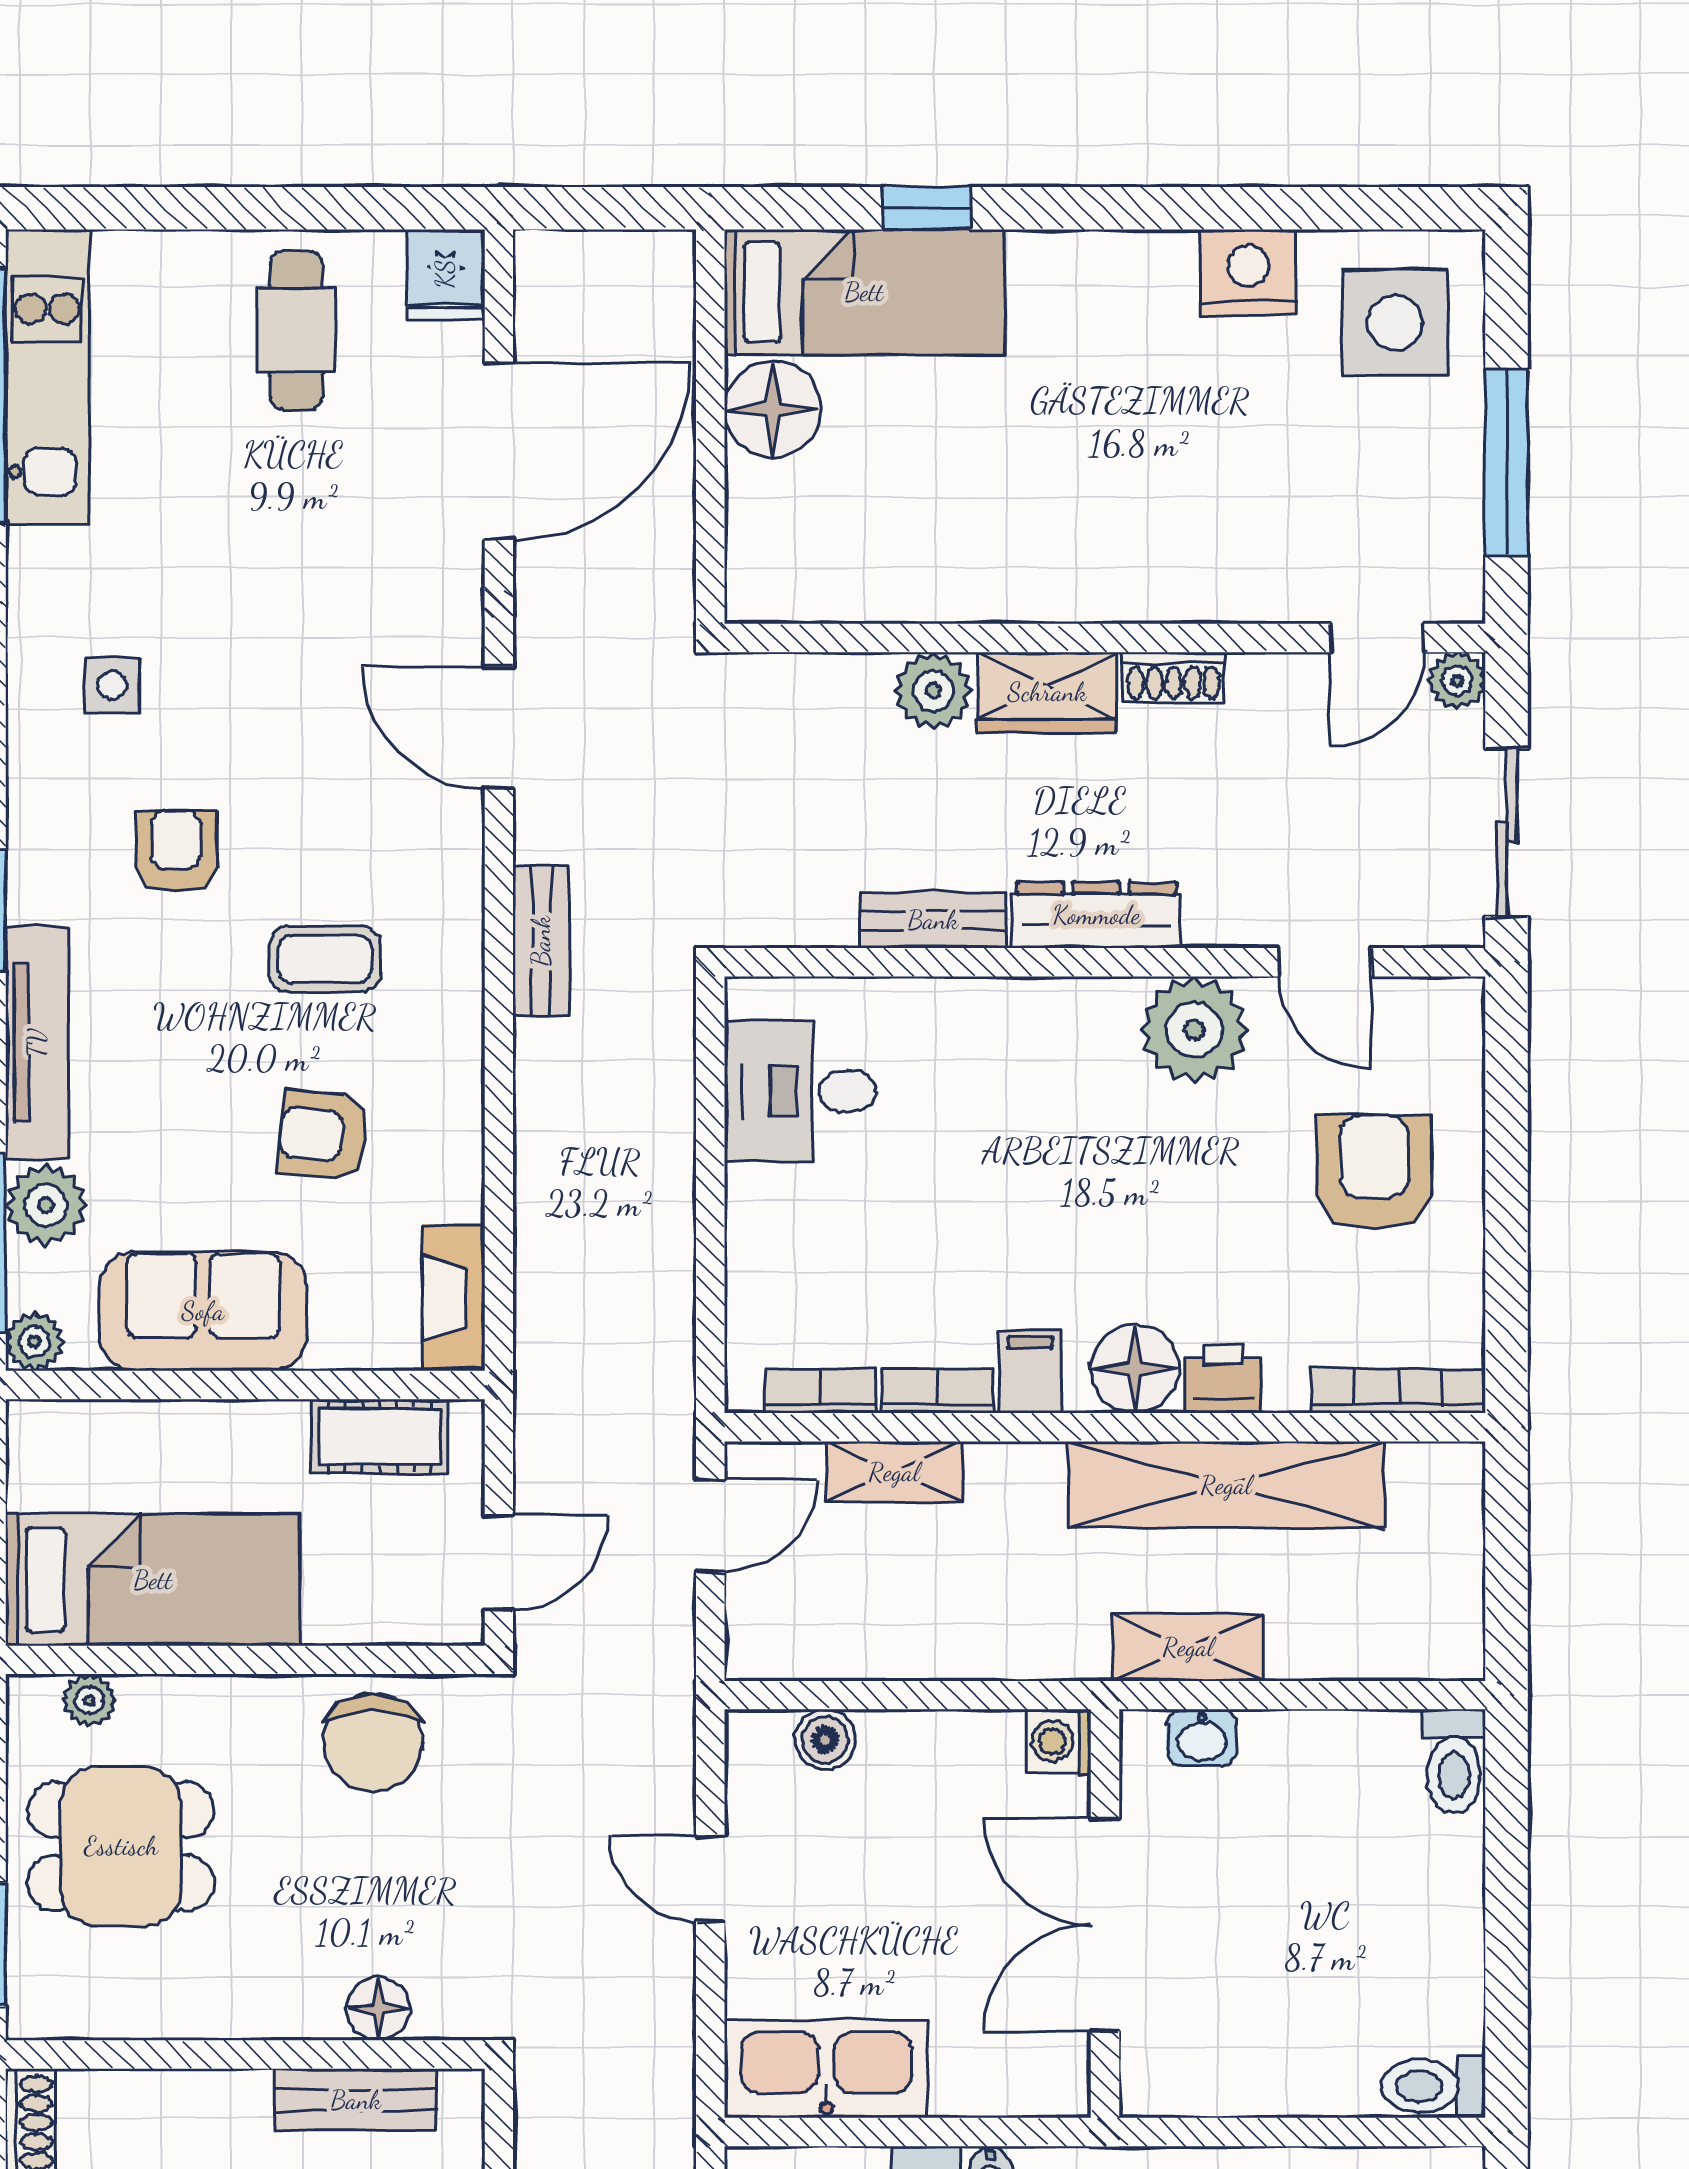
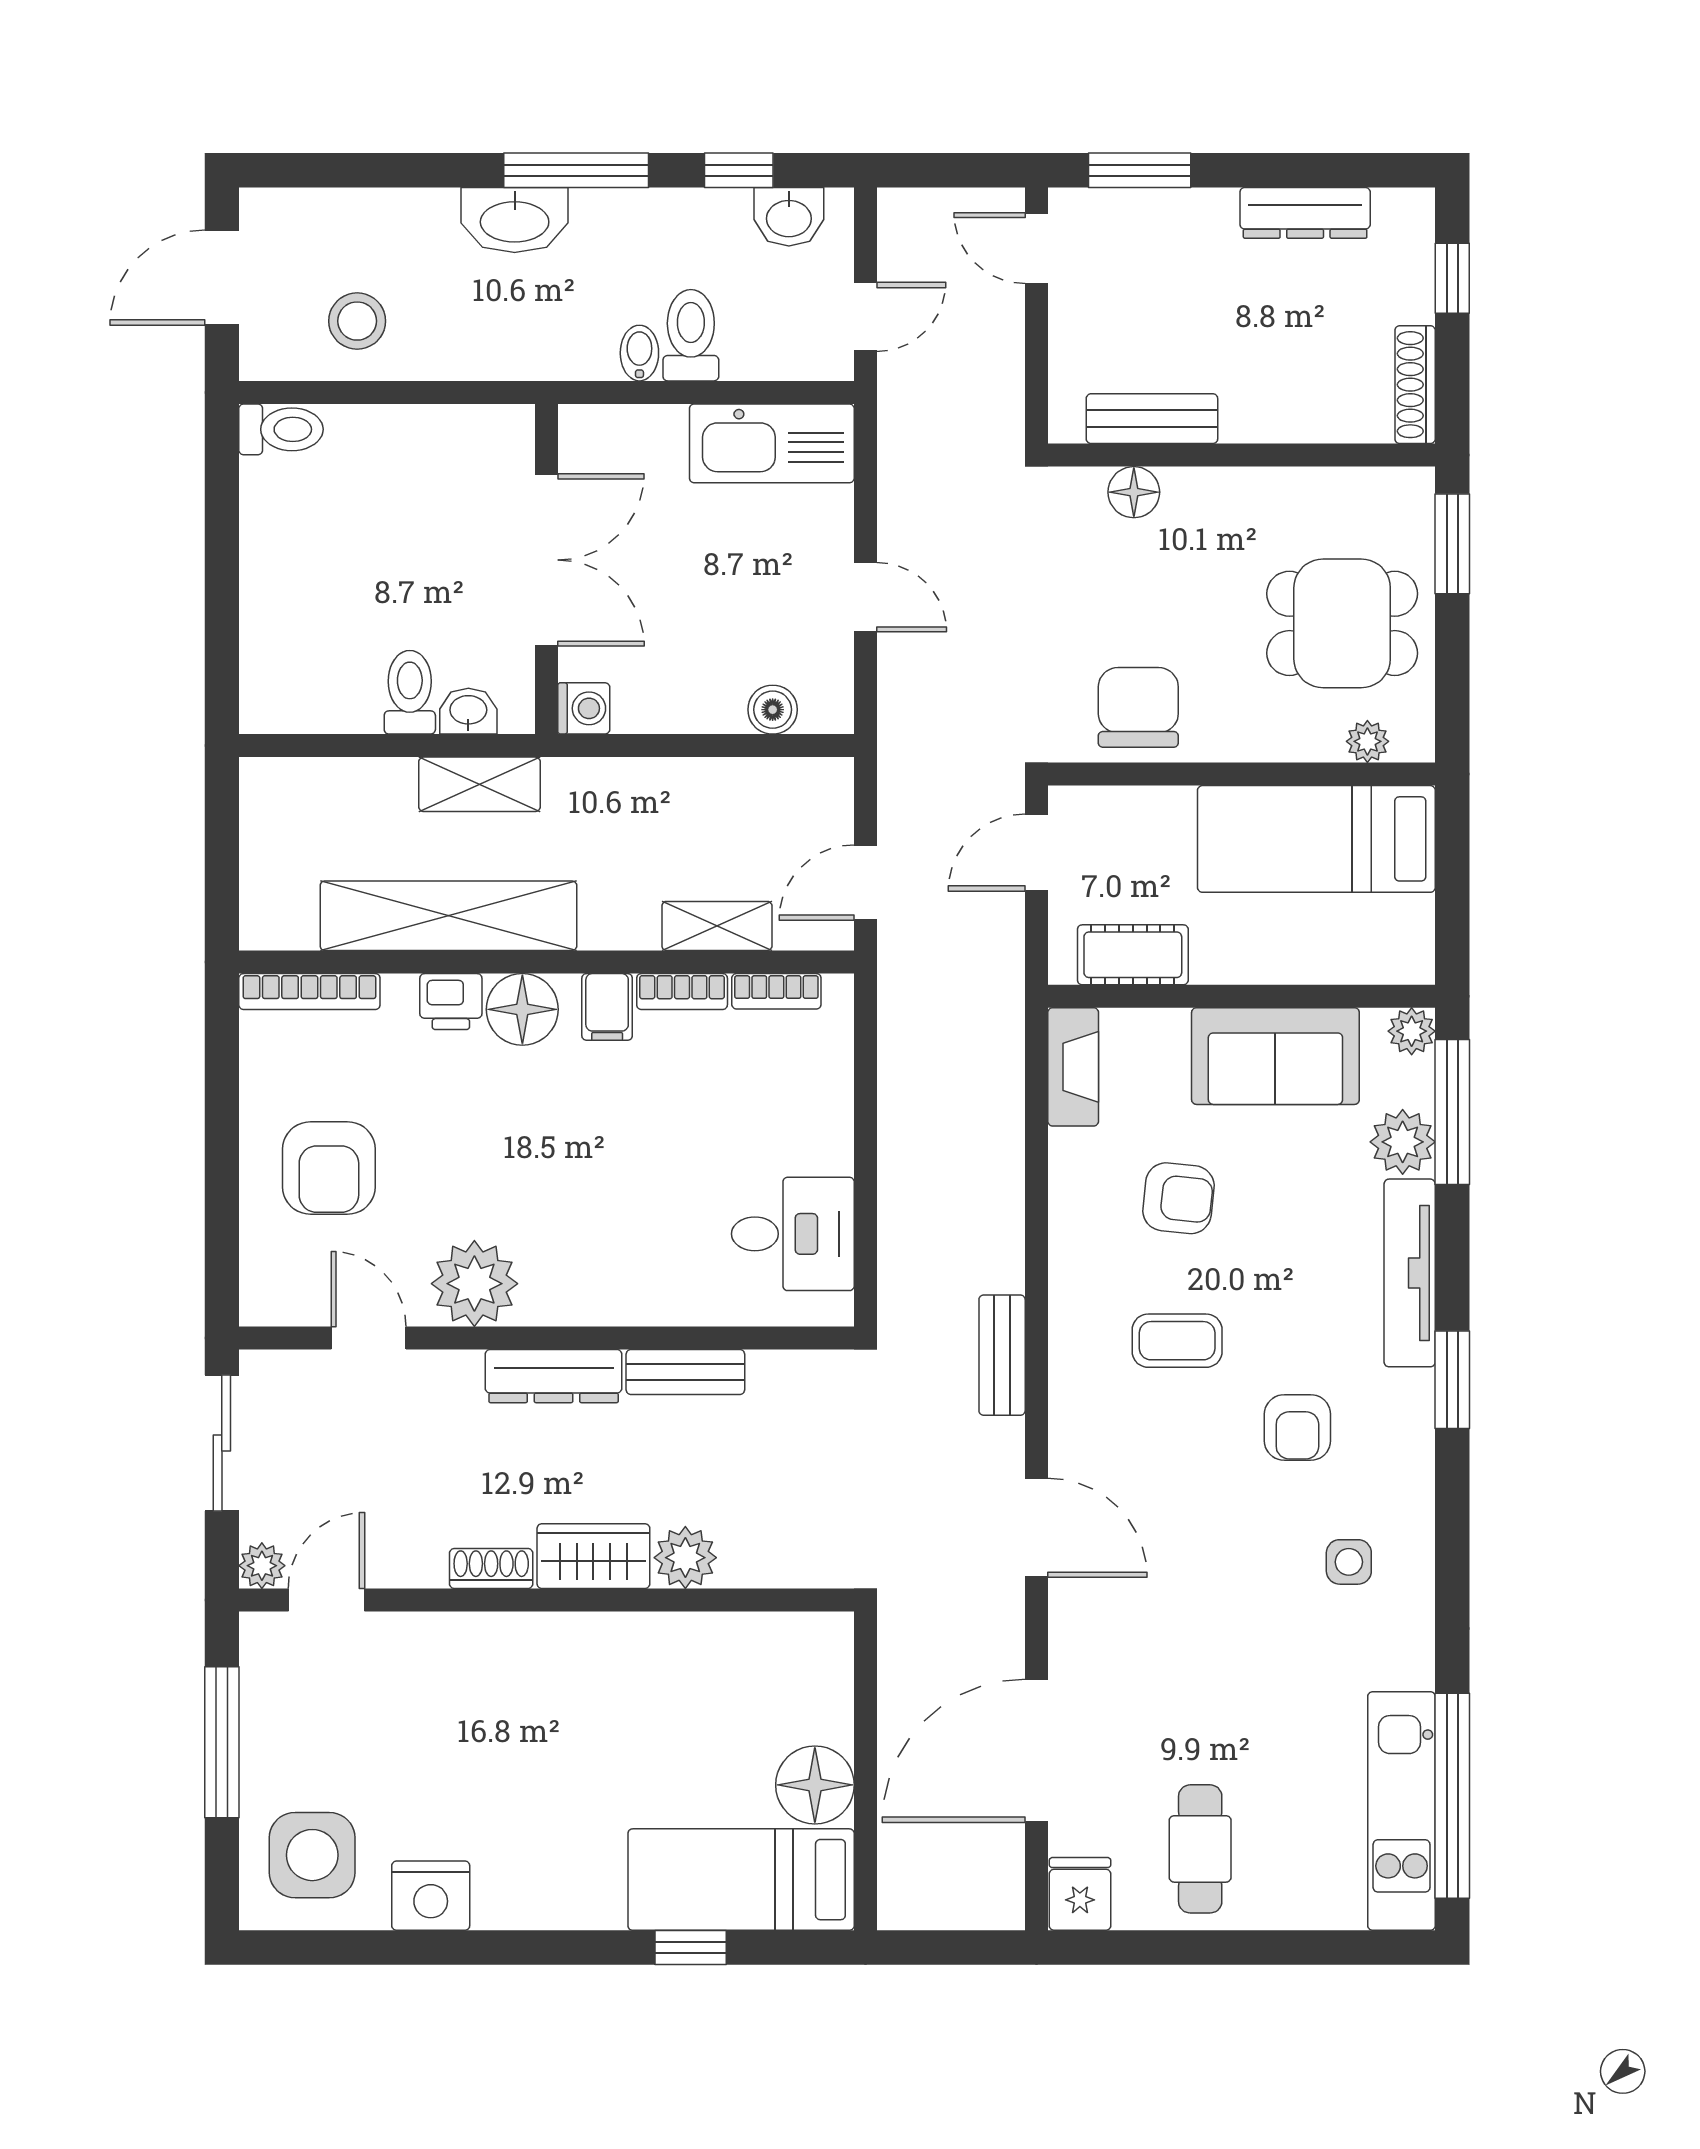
toilet: (1454, 1761) -> (410, 692), moved

